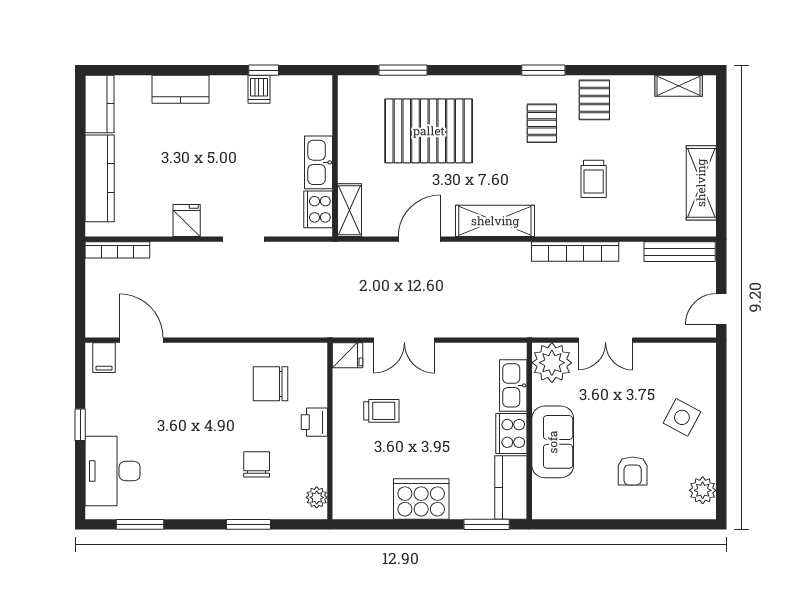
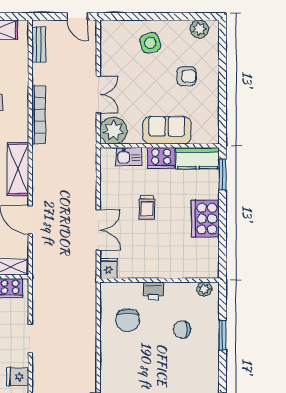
bench: (680, 252) -> (39, 45), width x0.73
kitchen sink: (513, 385) -> (129, 157), width x0.73
trolley: (381, 411) -> (147, 207), moved, turned 180
side table: (682, 417) -> (150, 43), turned 45

